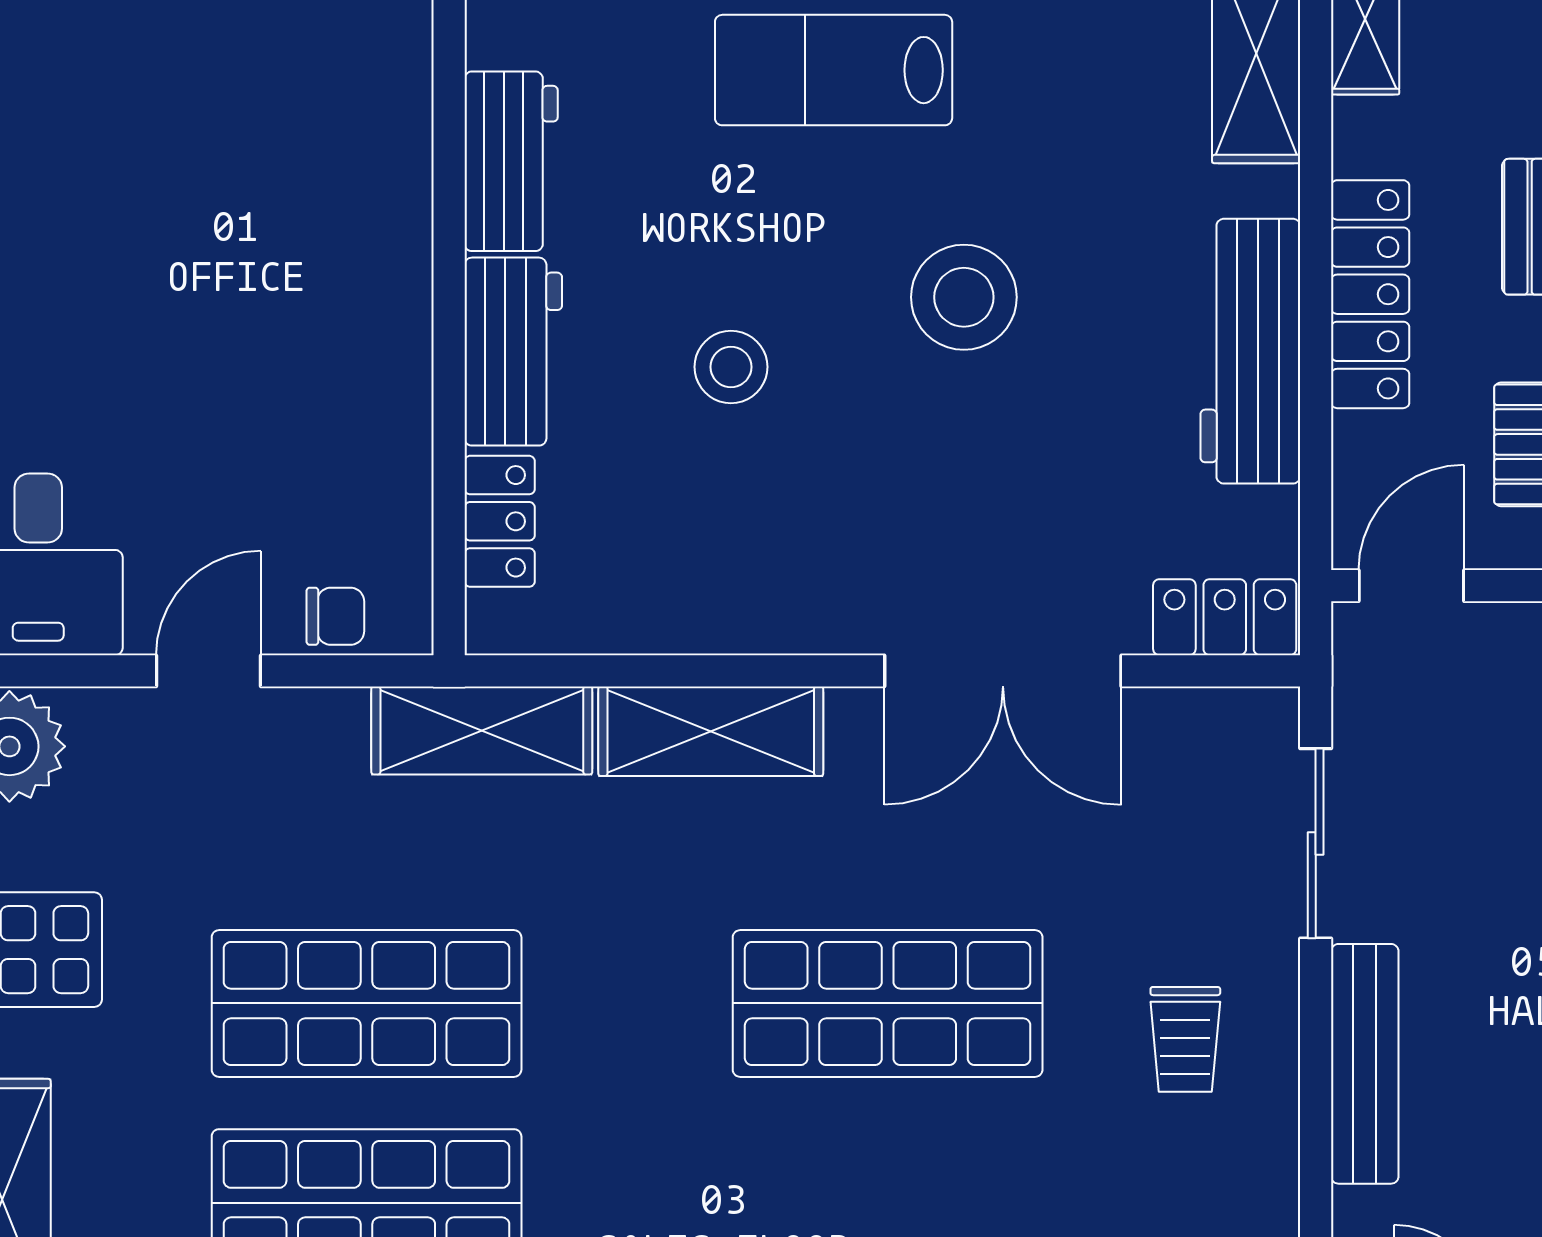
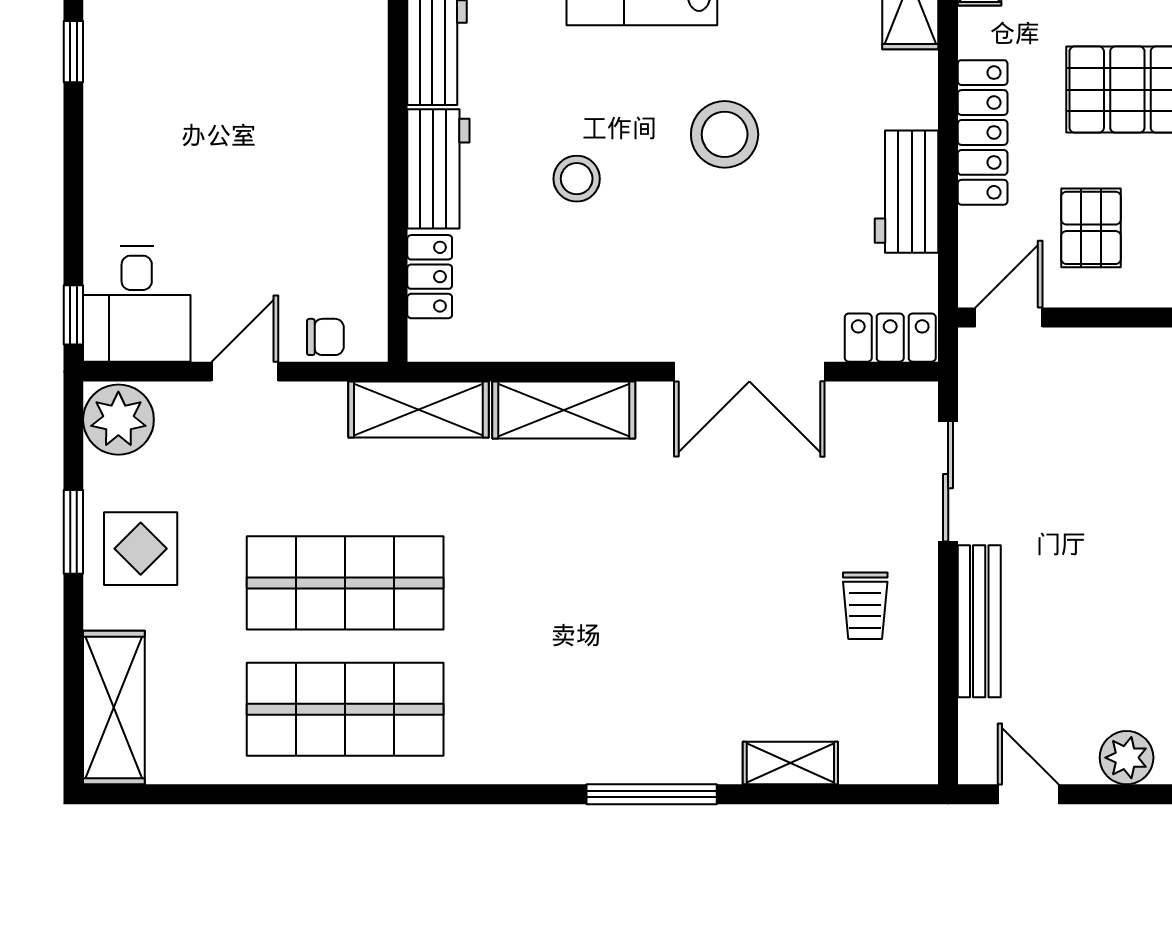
workbench: (1250, 351) -> (907, 192), width x0.73
shop shelf: (888, 1003) -> (676, 583), removed

